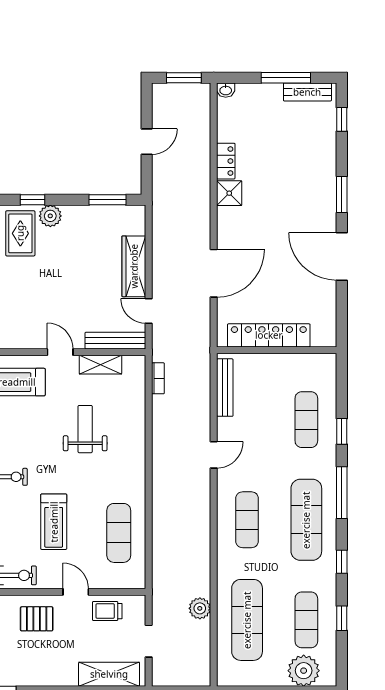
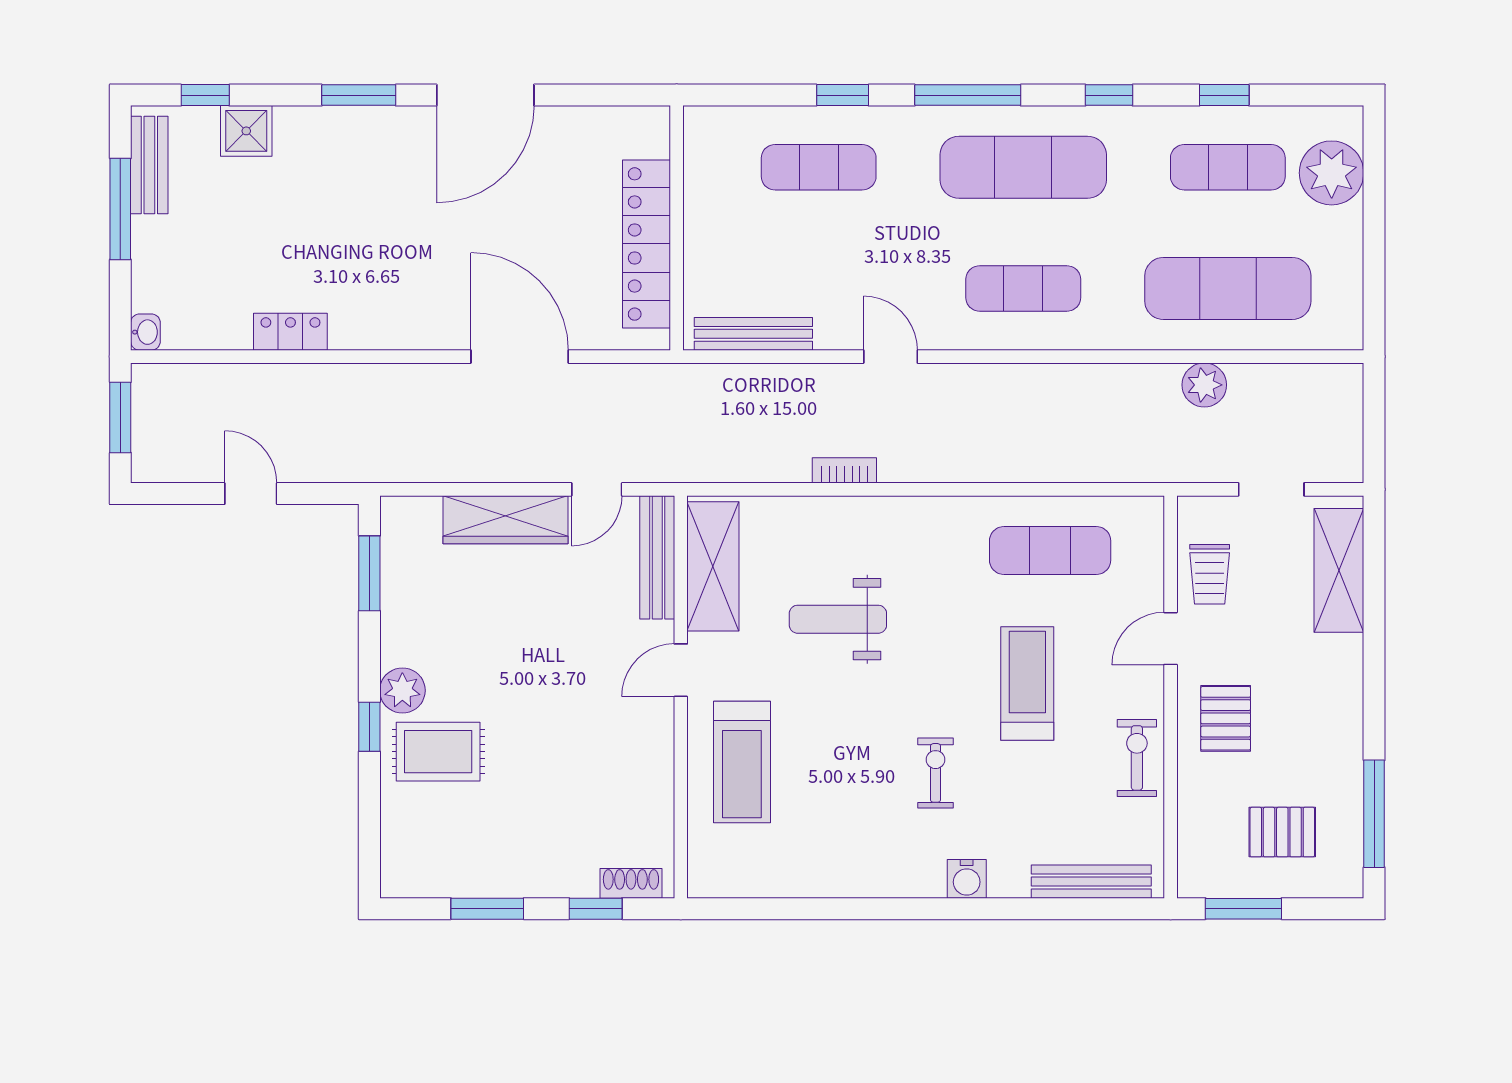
shower: (229, 193) -> (246, 131), moved
shelving: (100, 365) -> (713, 566), width x1.50, depth x1.33
bookcase: (158, 378) -> (844, 470), moved
treadmill: (54, 522) -> (1027, 683), turned -90

